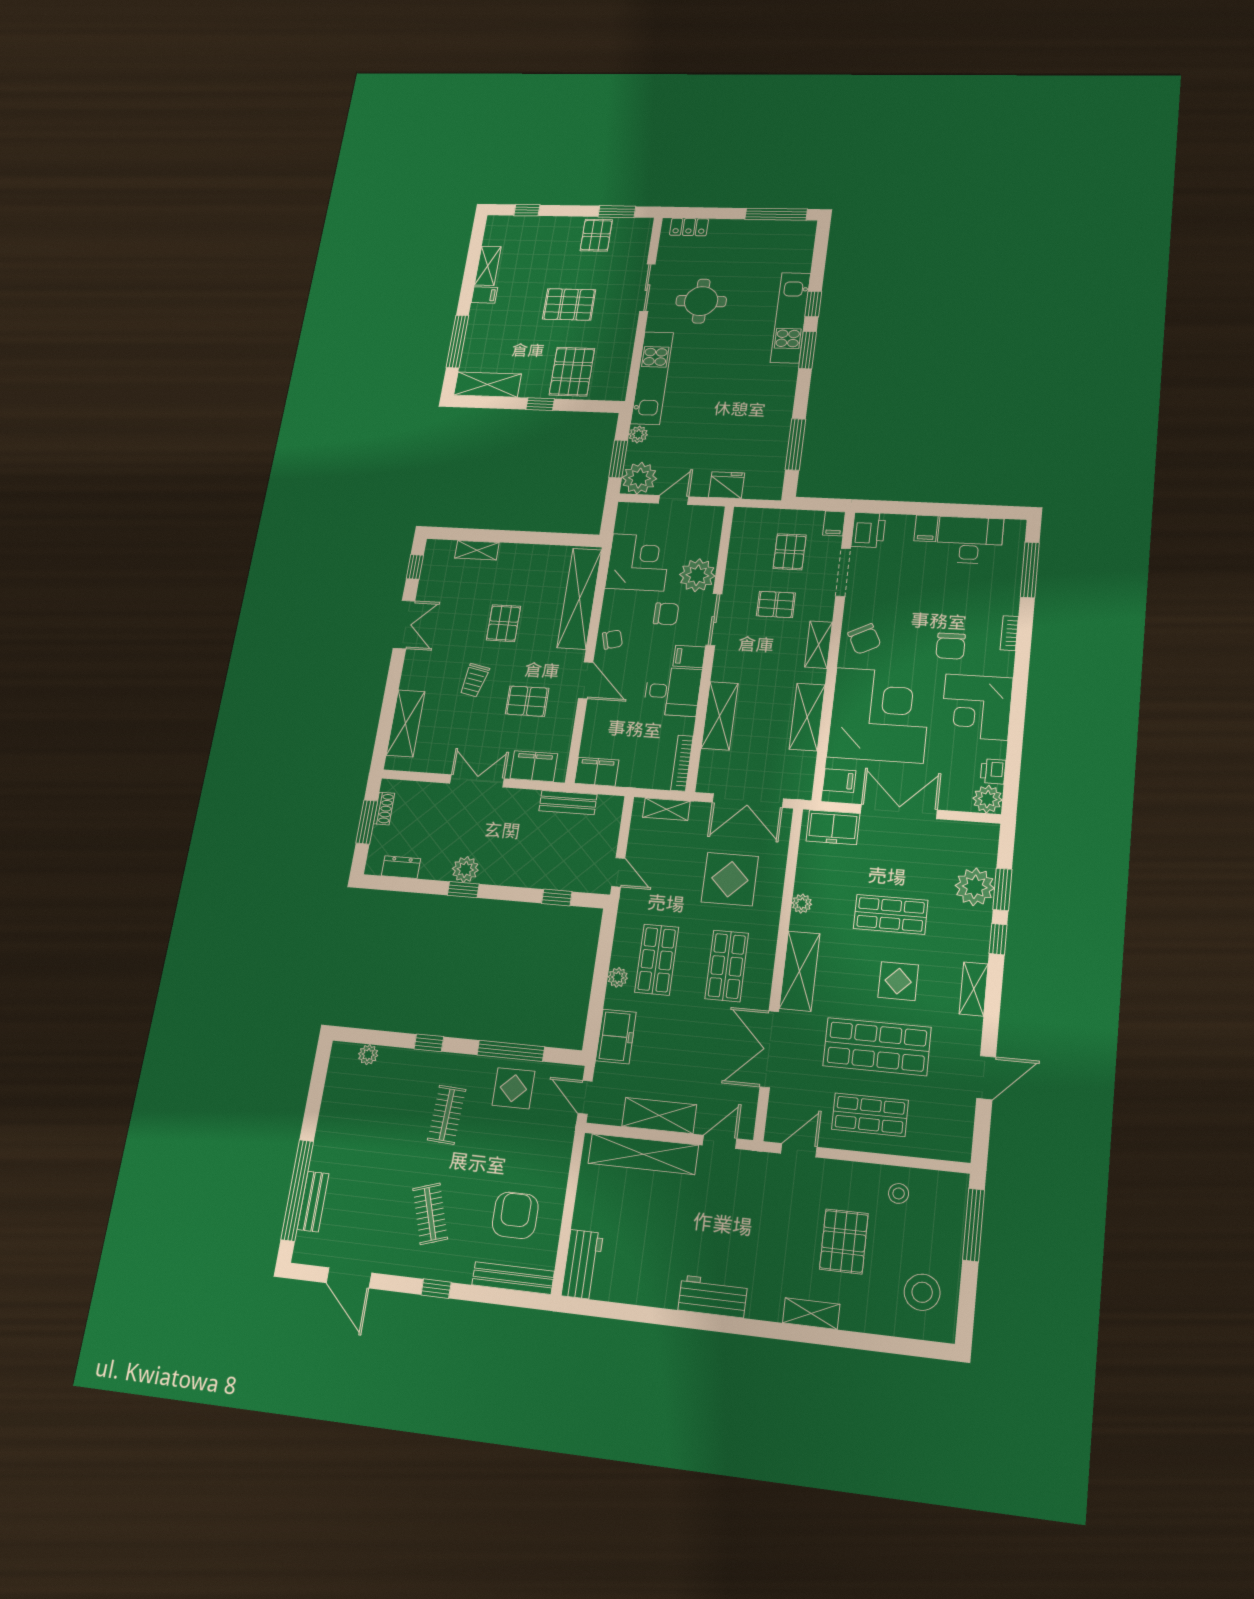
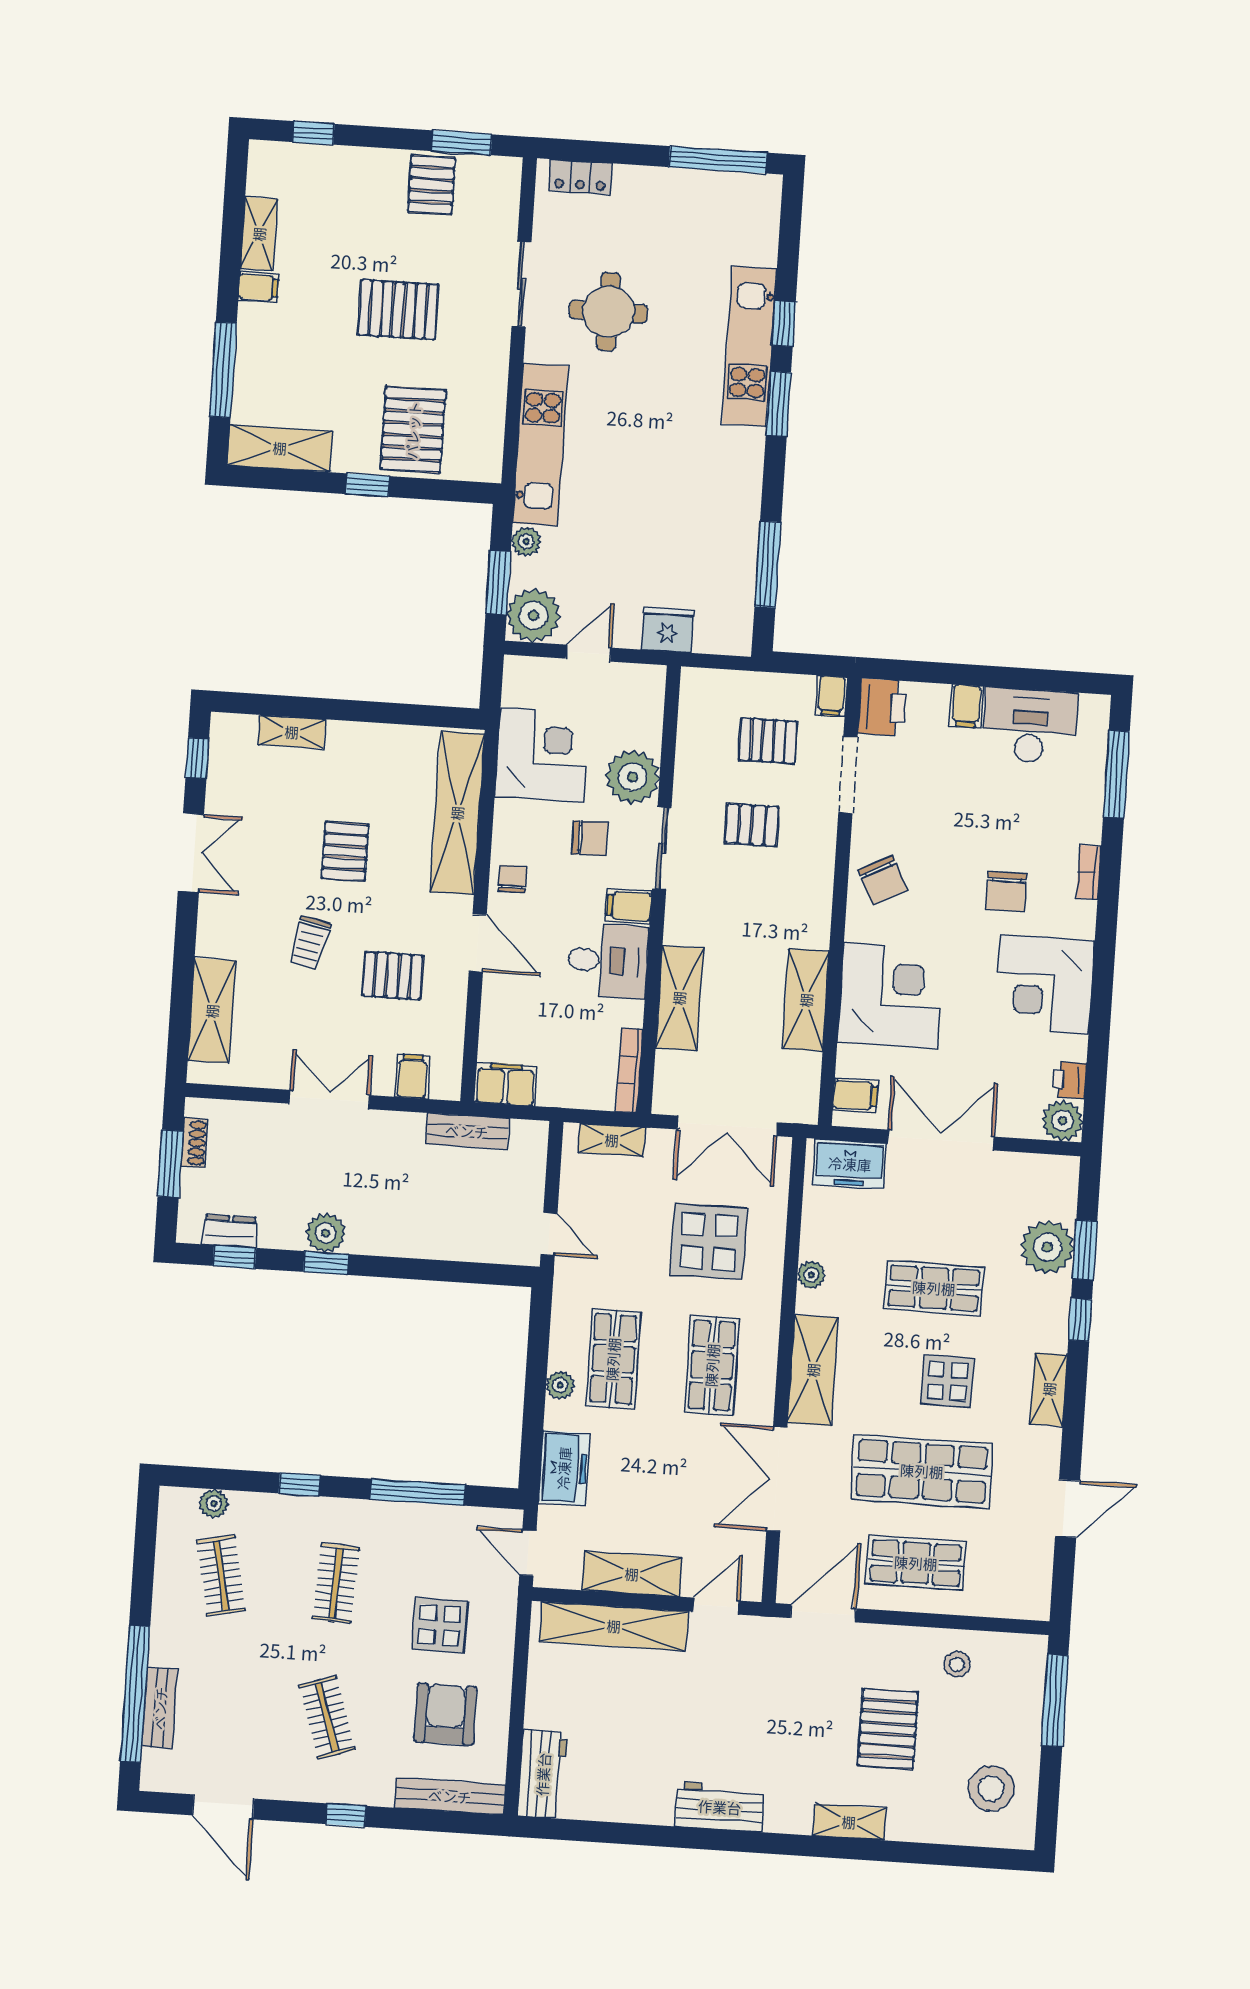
pallet: (790, 552) -> (768, 741), turned 90
chair: (612, 640) -> (513, 879), turned -75
shelving: (819, 645) -> (817, 888), removed
corner desk: (879, 715) -> (891, 996), width x0.74, depth x0.74
filing cabinet: (534, 766) -> (412, 1076), width x0.50
window: (557, 897) -> (234, 1257), moved
display table: (513, 1088) -> (440, 1625), moved
clothes rail: (367, 1106) -> (221, 1576), added
door: (799, 1150) -> (823, 1613), width x1.38

